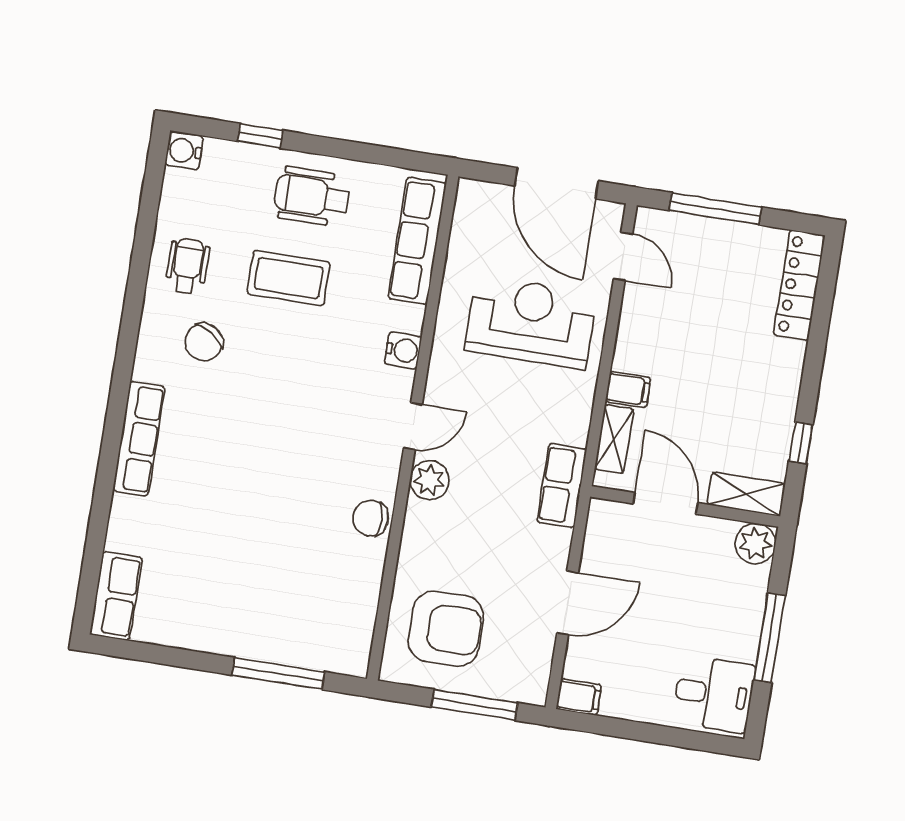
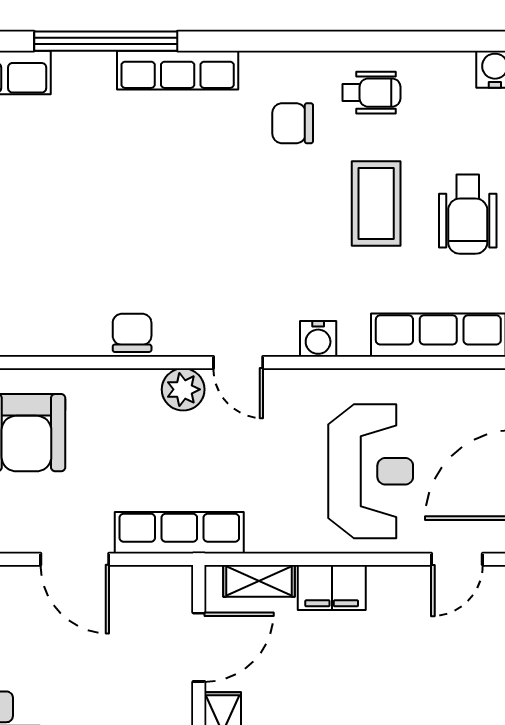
wheelchair: (312, 197) -> (468, 214), turned 180
chair: (204, 342) -> (293, 123), turned -33
filing cabinet: (628, 390) -> (332, 587), width x2.00
row of seats: (562, 486) -> (179, 533), width x1.48
window: (102, 500) -> (106, 41), added

